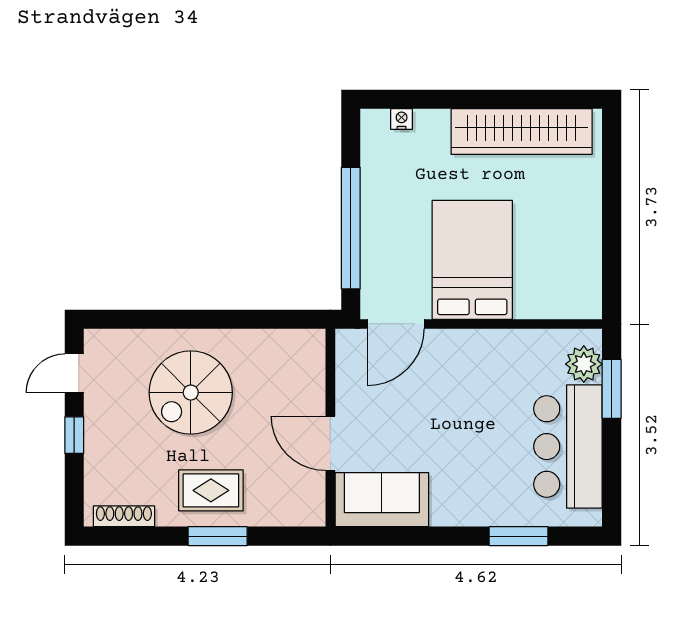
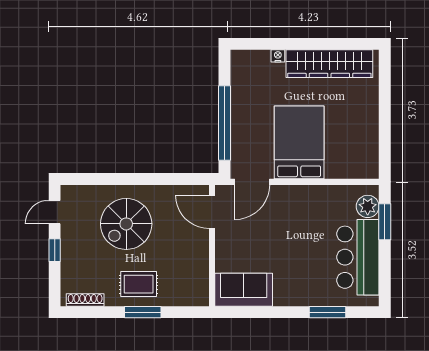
nightstand: (402, 119) -> (278, 56), moved
door: (330, 443) -> (212, 212), moved

